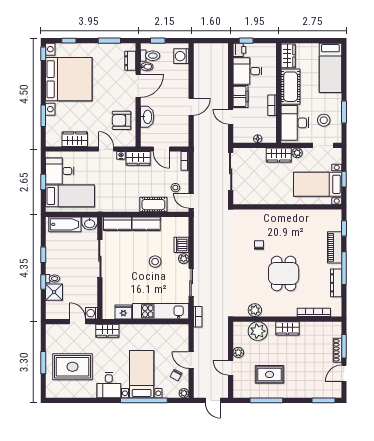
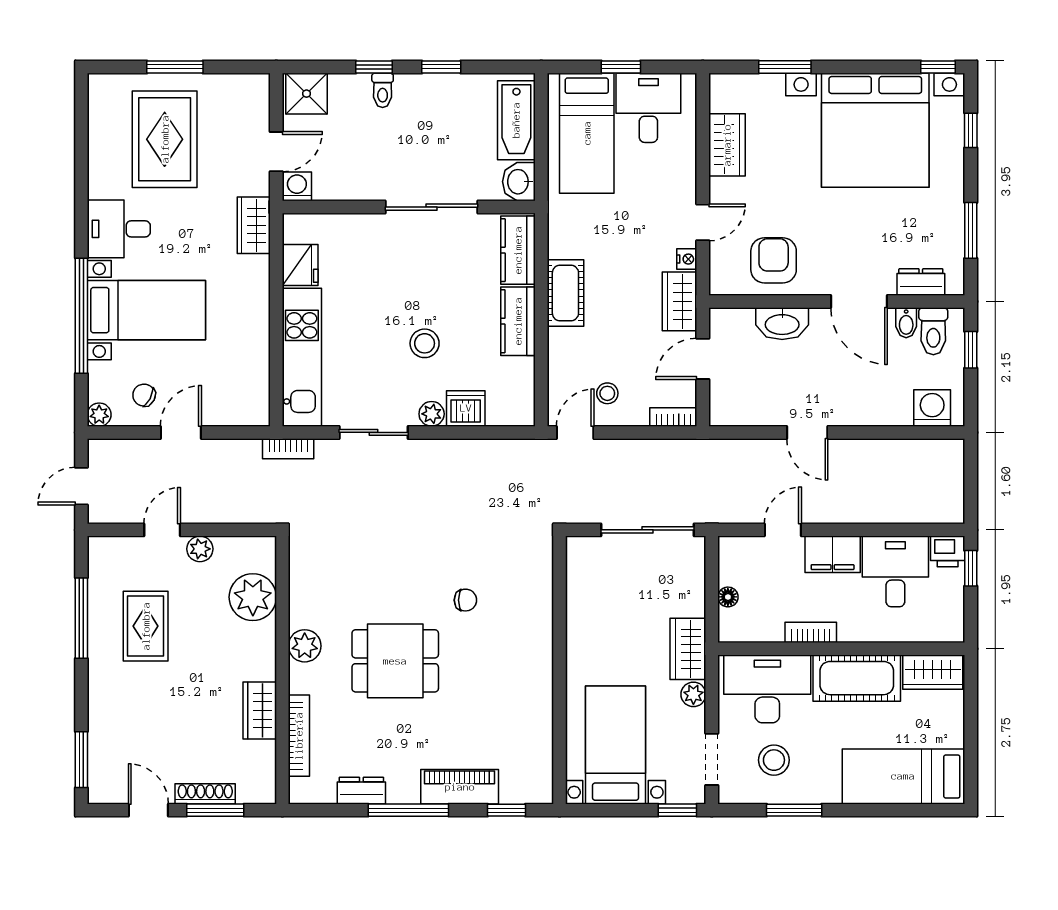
window: (344, 179) -> (677, 810), moved
cot: (153, 205) -> (565, 293), moved
dresser: (336, 283) -> (361, 791), width x0.70
shower: (54, 292) -> (307, 94), moved
plant: (255, 310) -> (305, 646), moved
wardrobe: (288, 328) -> (260, 710), moved

